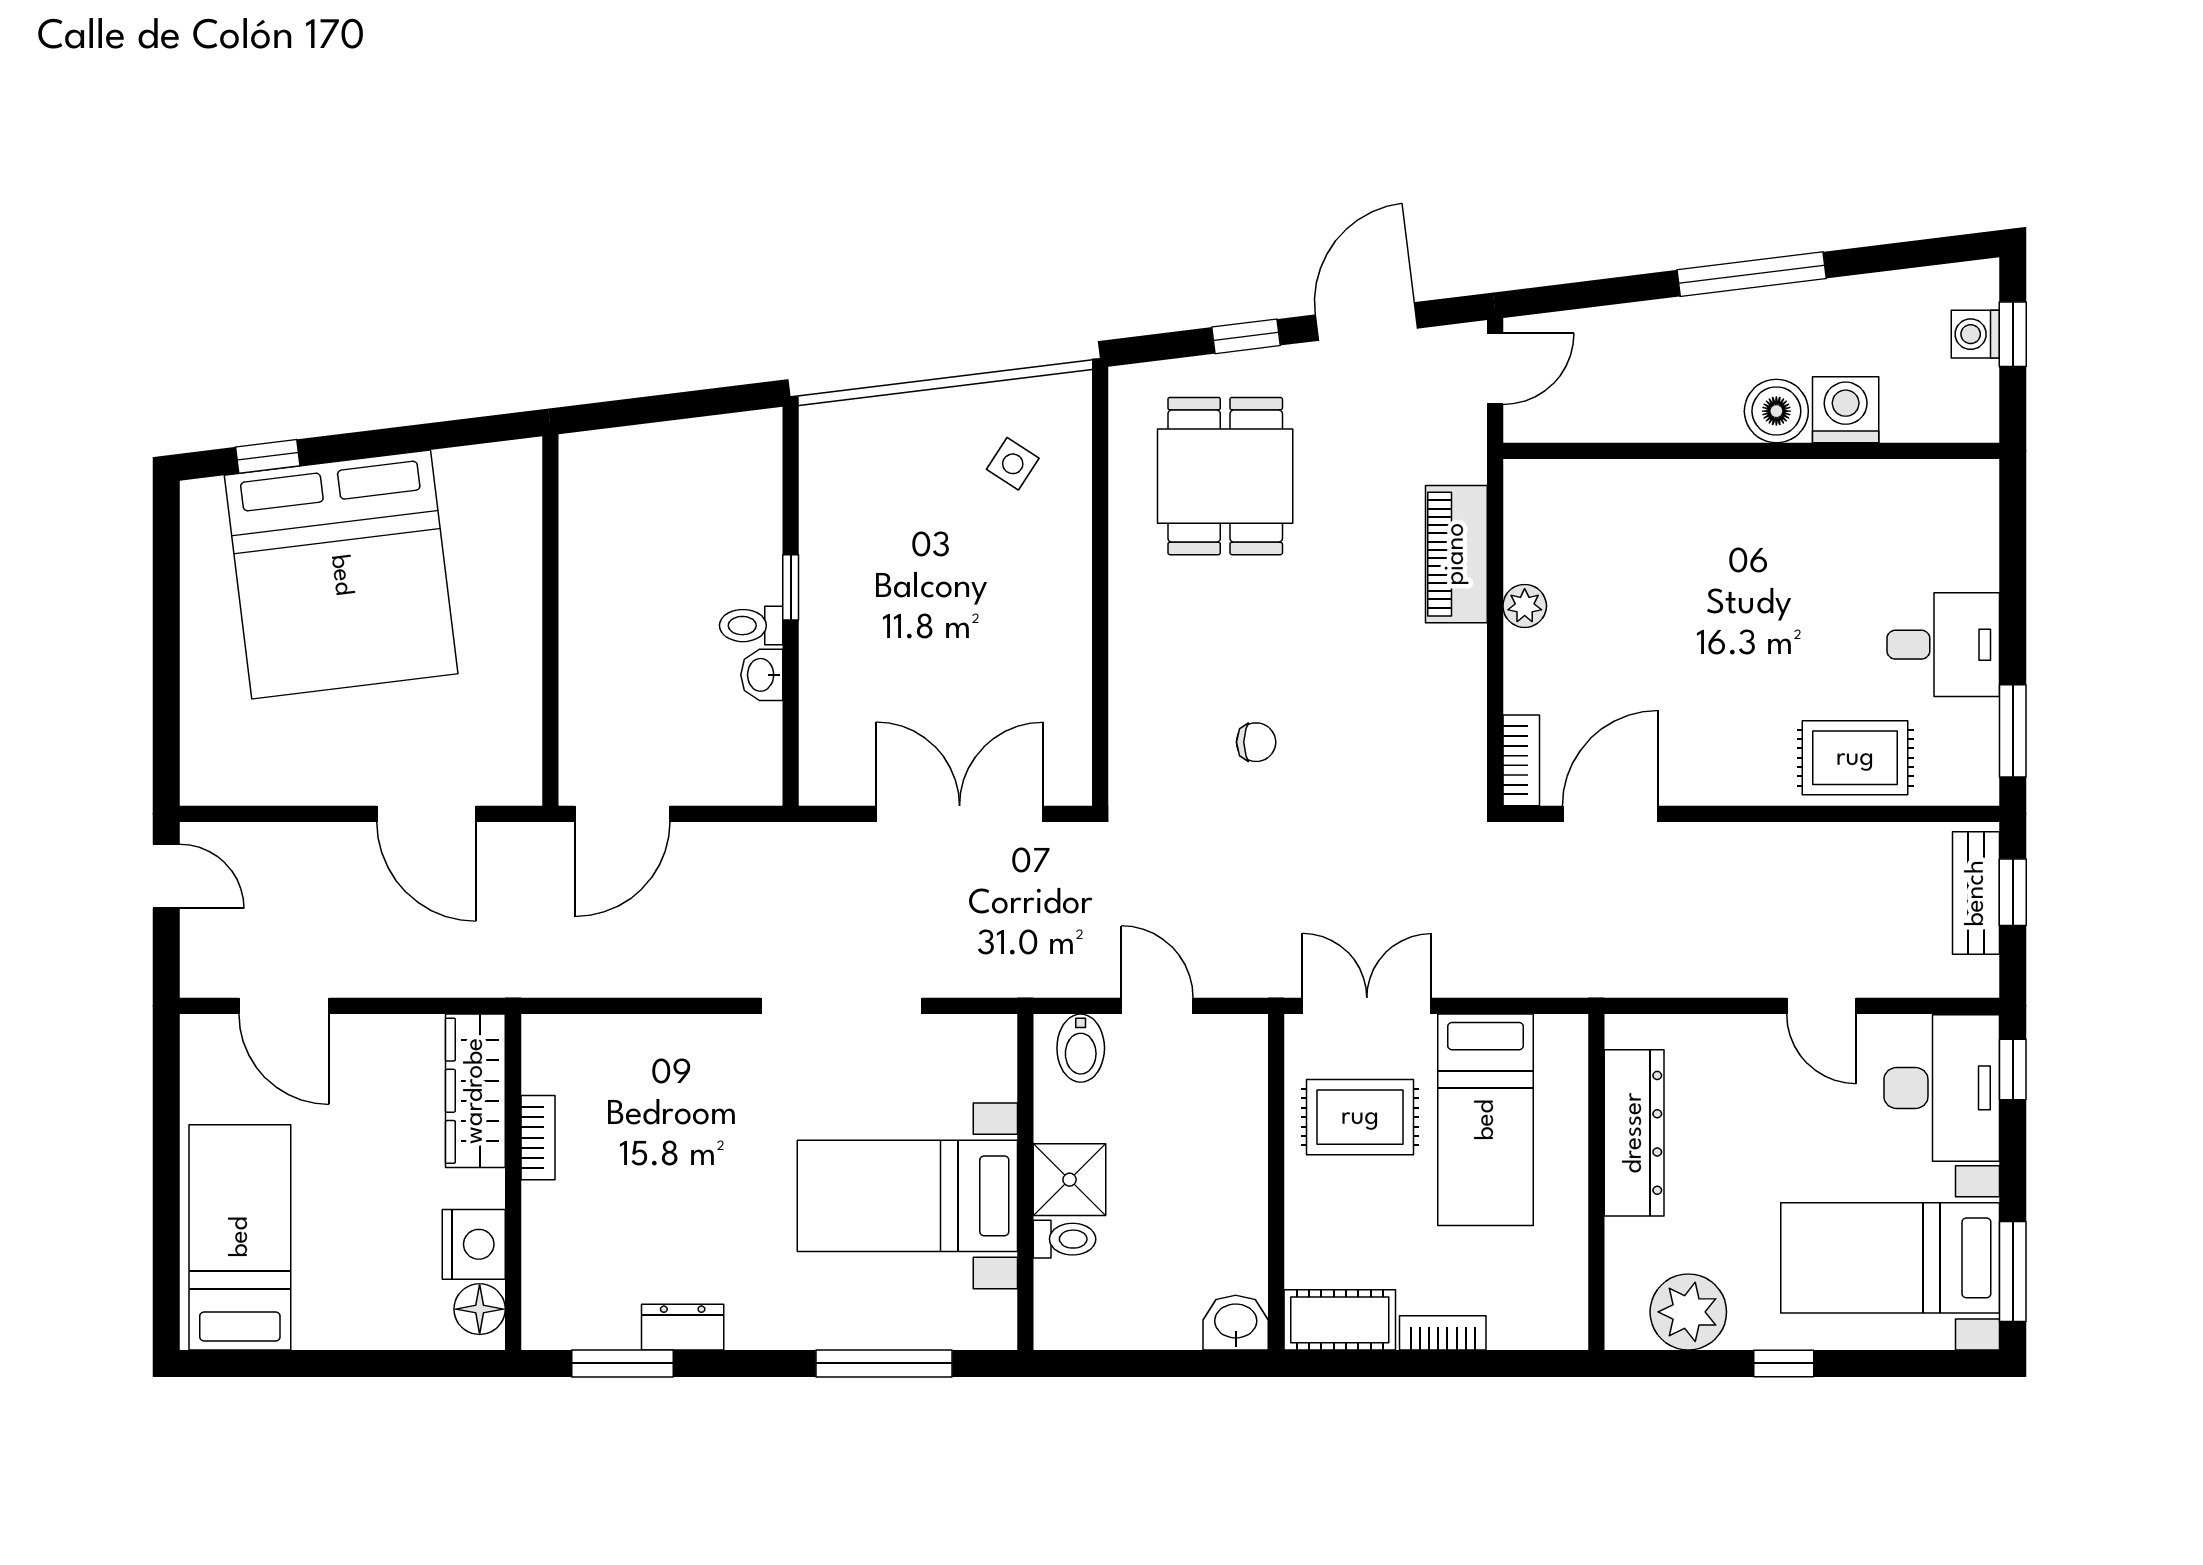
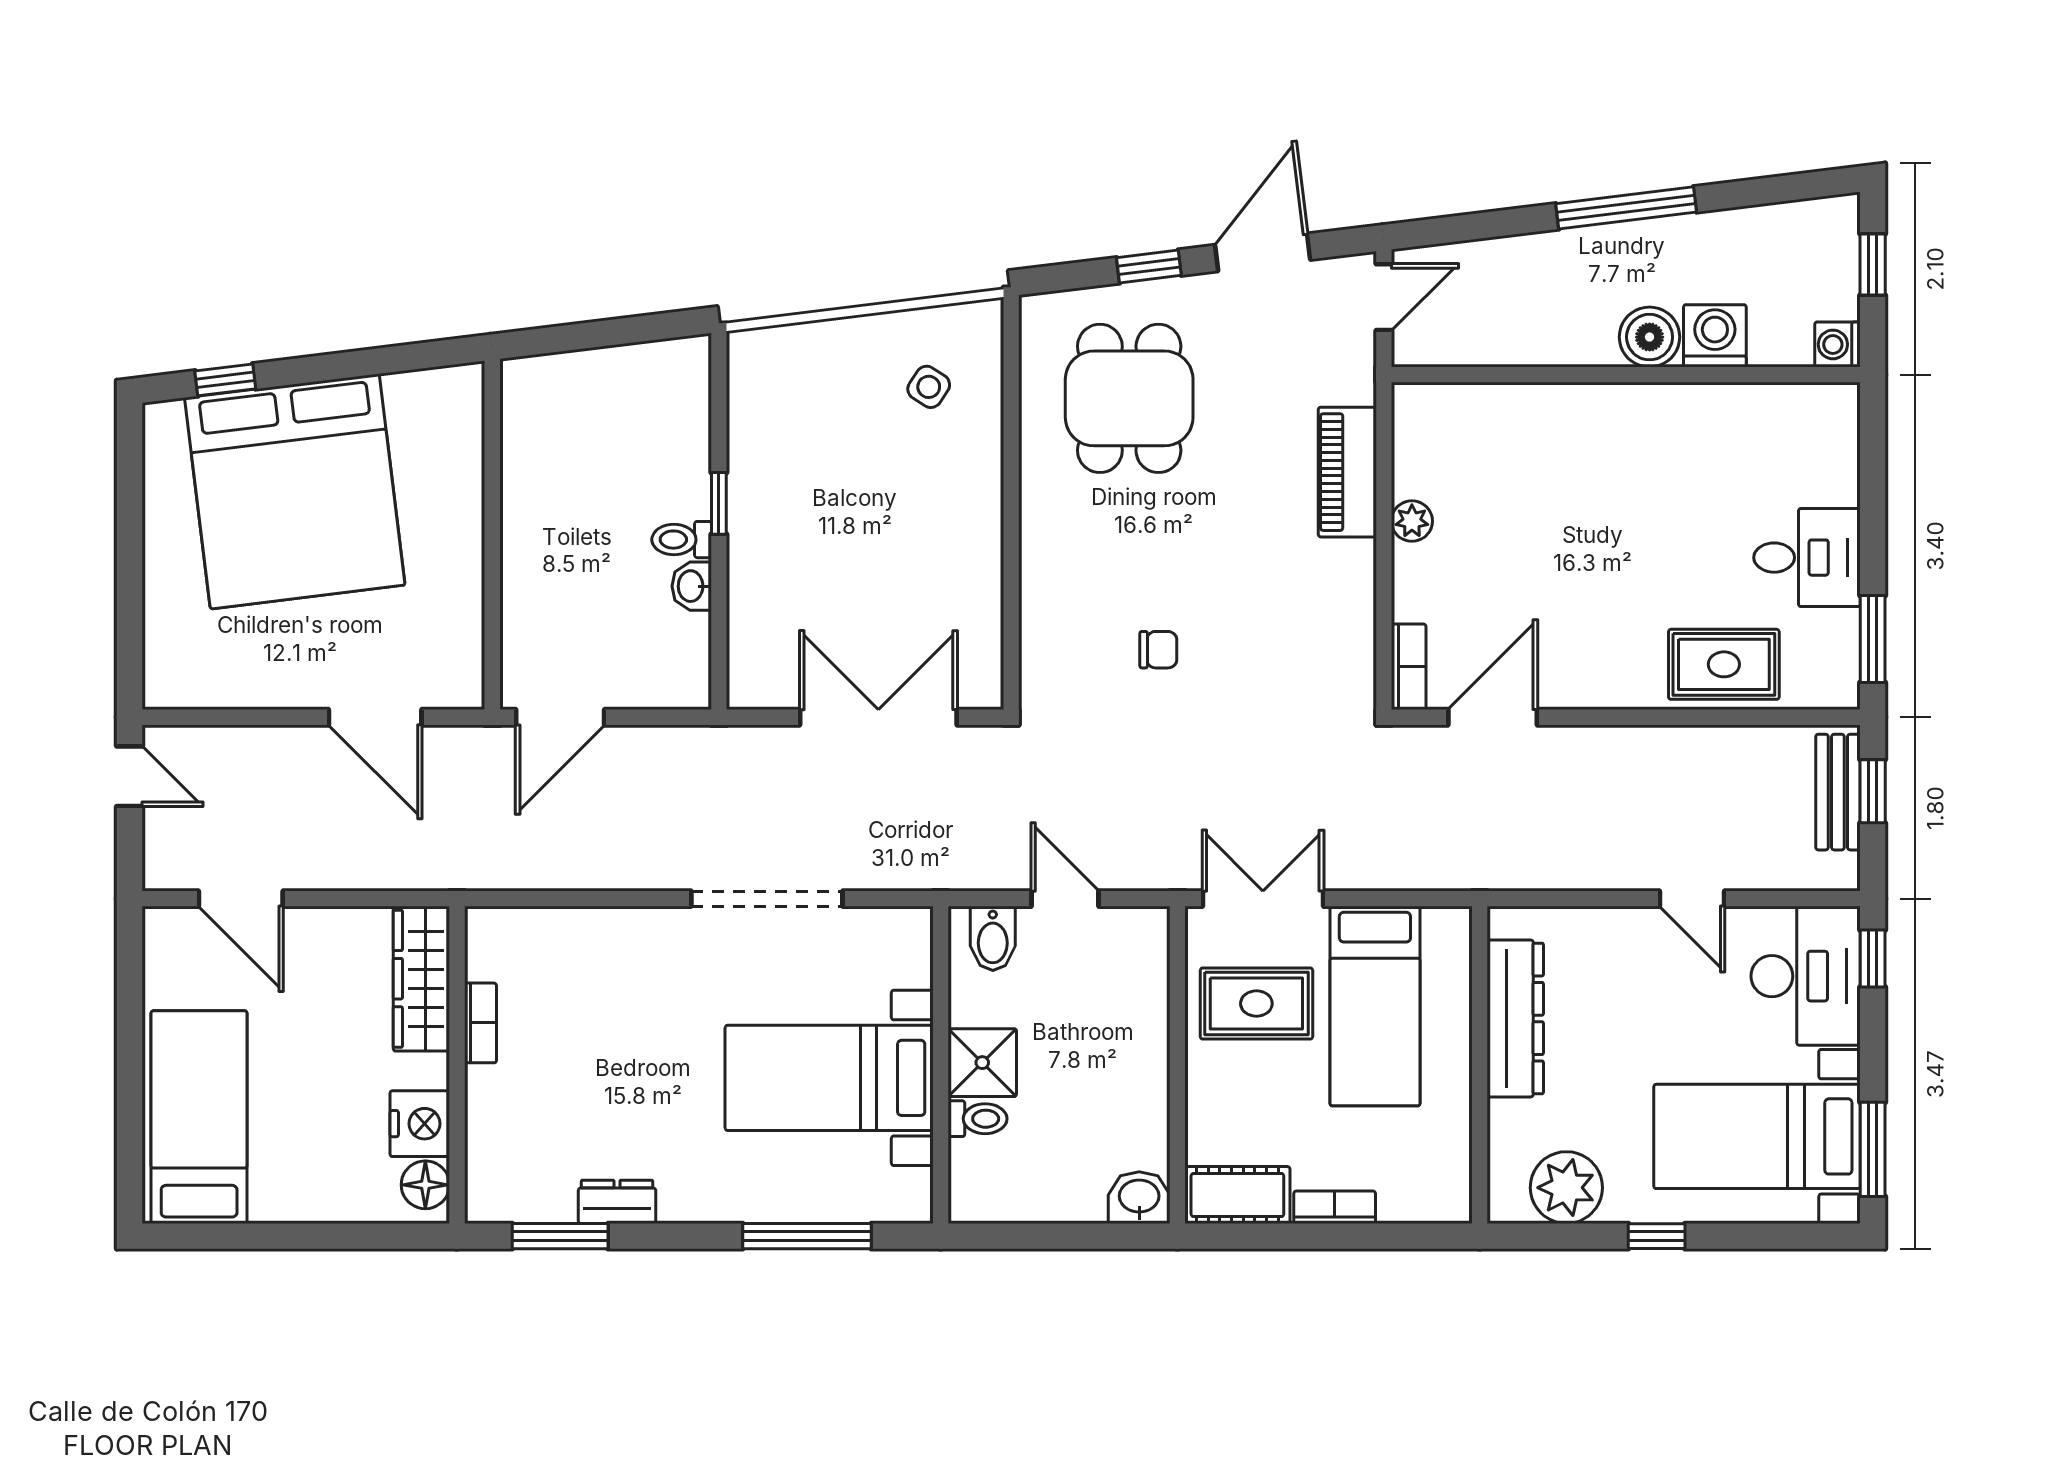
washing machine: (1975, 334) -> (1837, 344), moved

